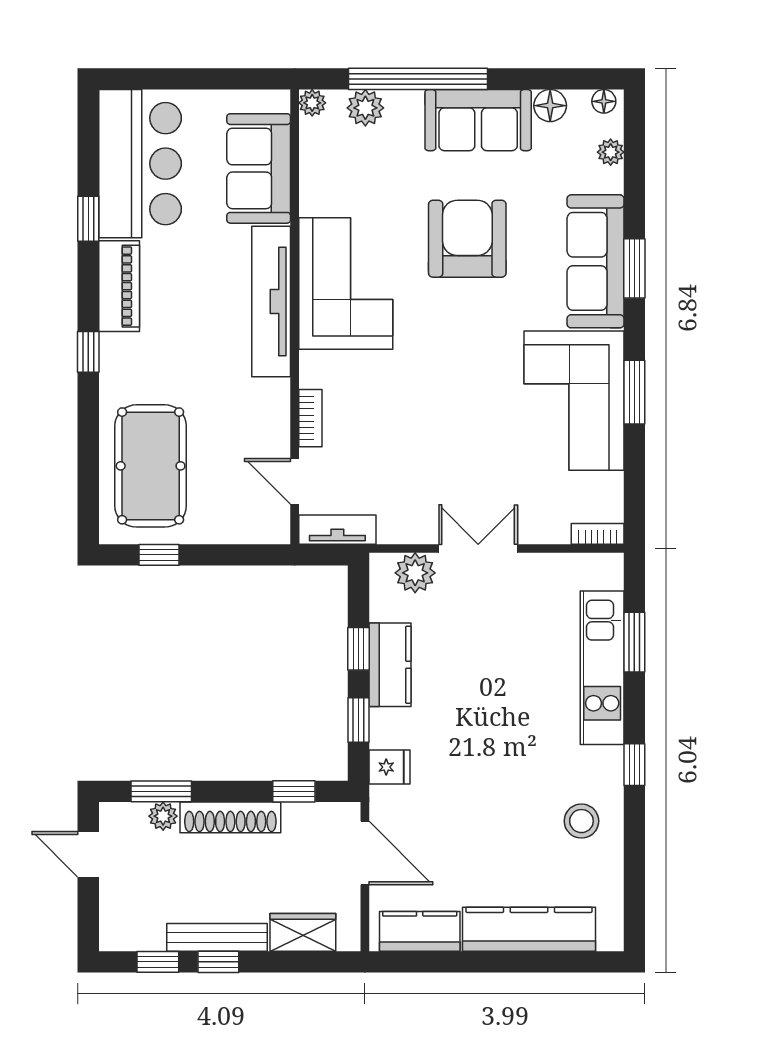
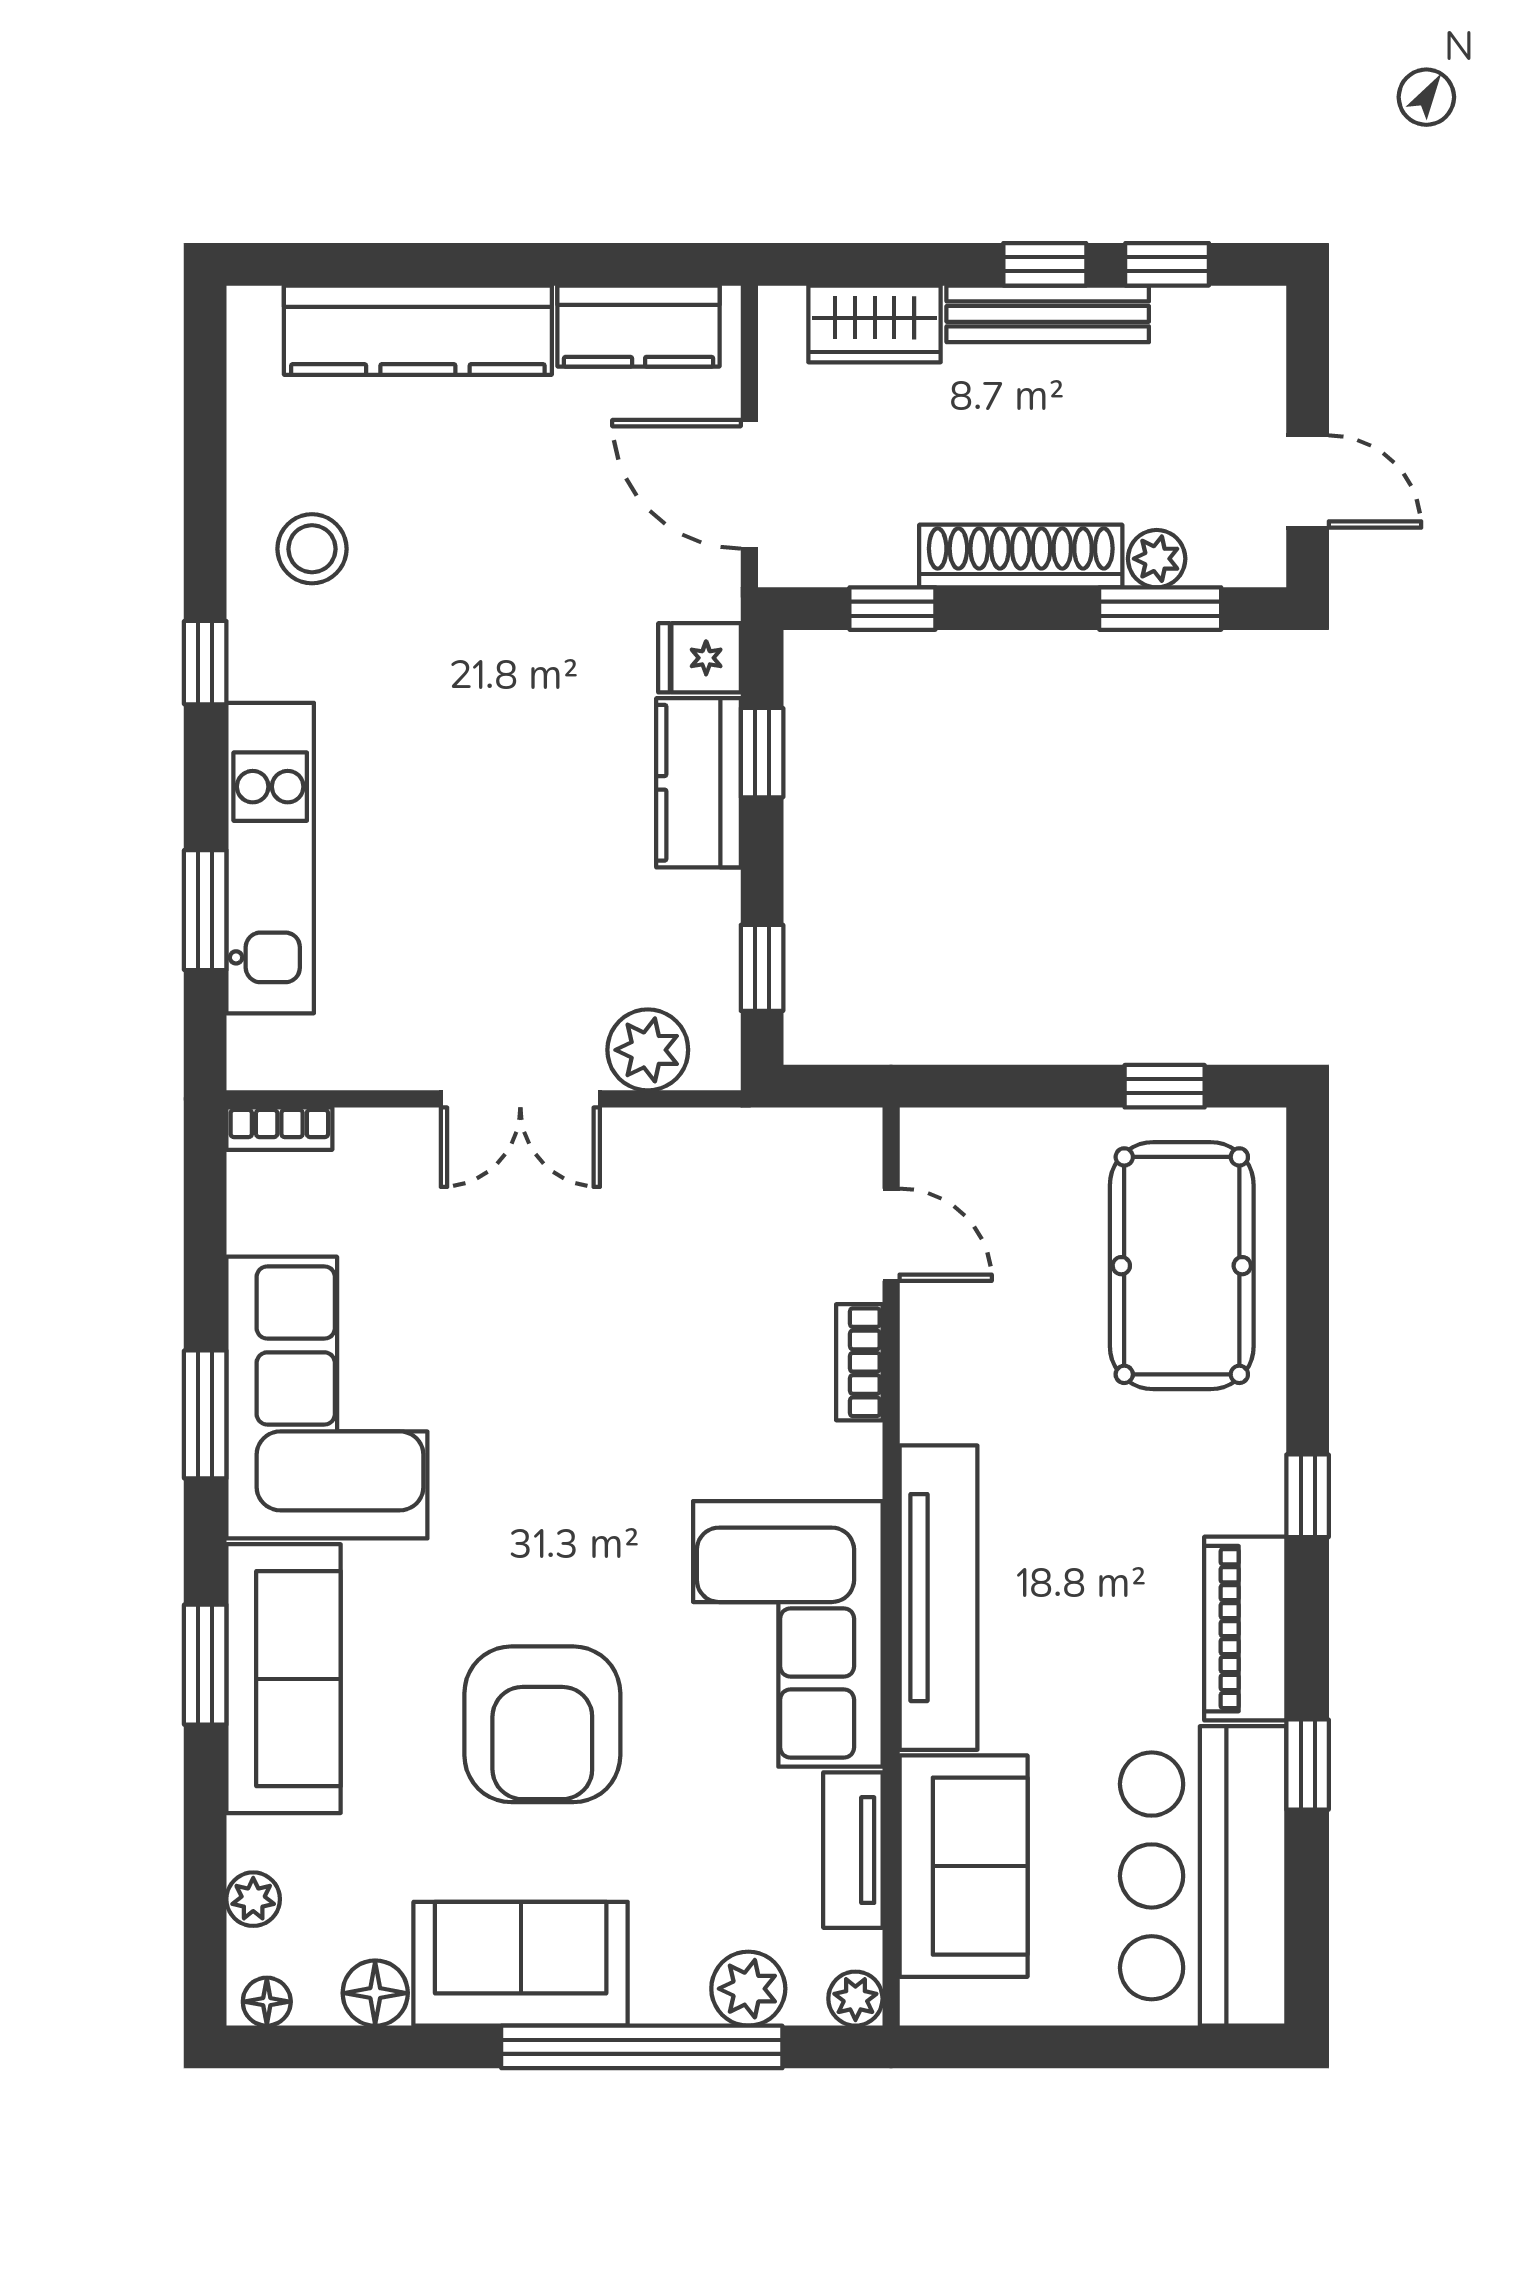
tv unit: (337, 530) -> (853, 1850), moved, turned 90
window: (358, 649) -> (762, 968), moved
kitchen counter: (390, 665) -> (698, 783), moved

